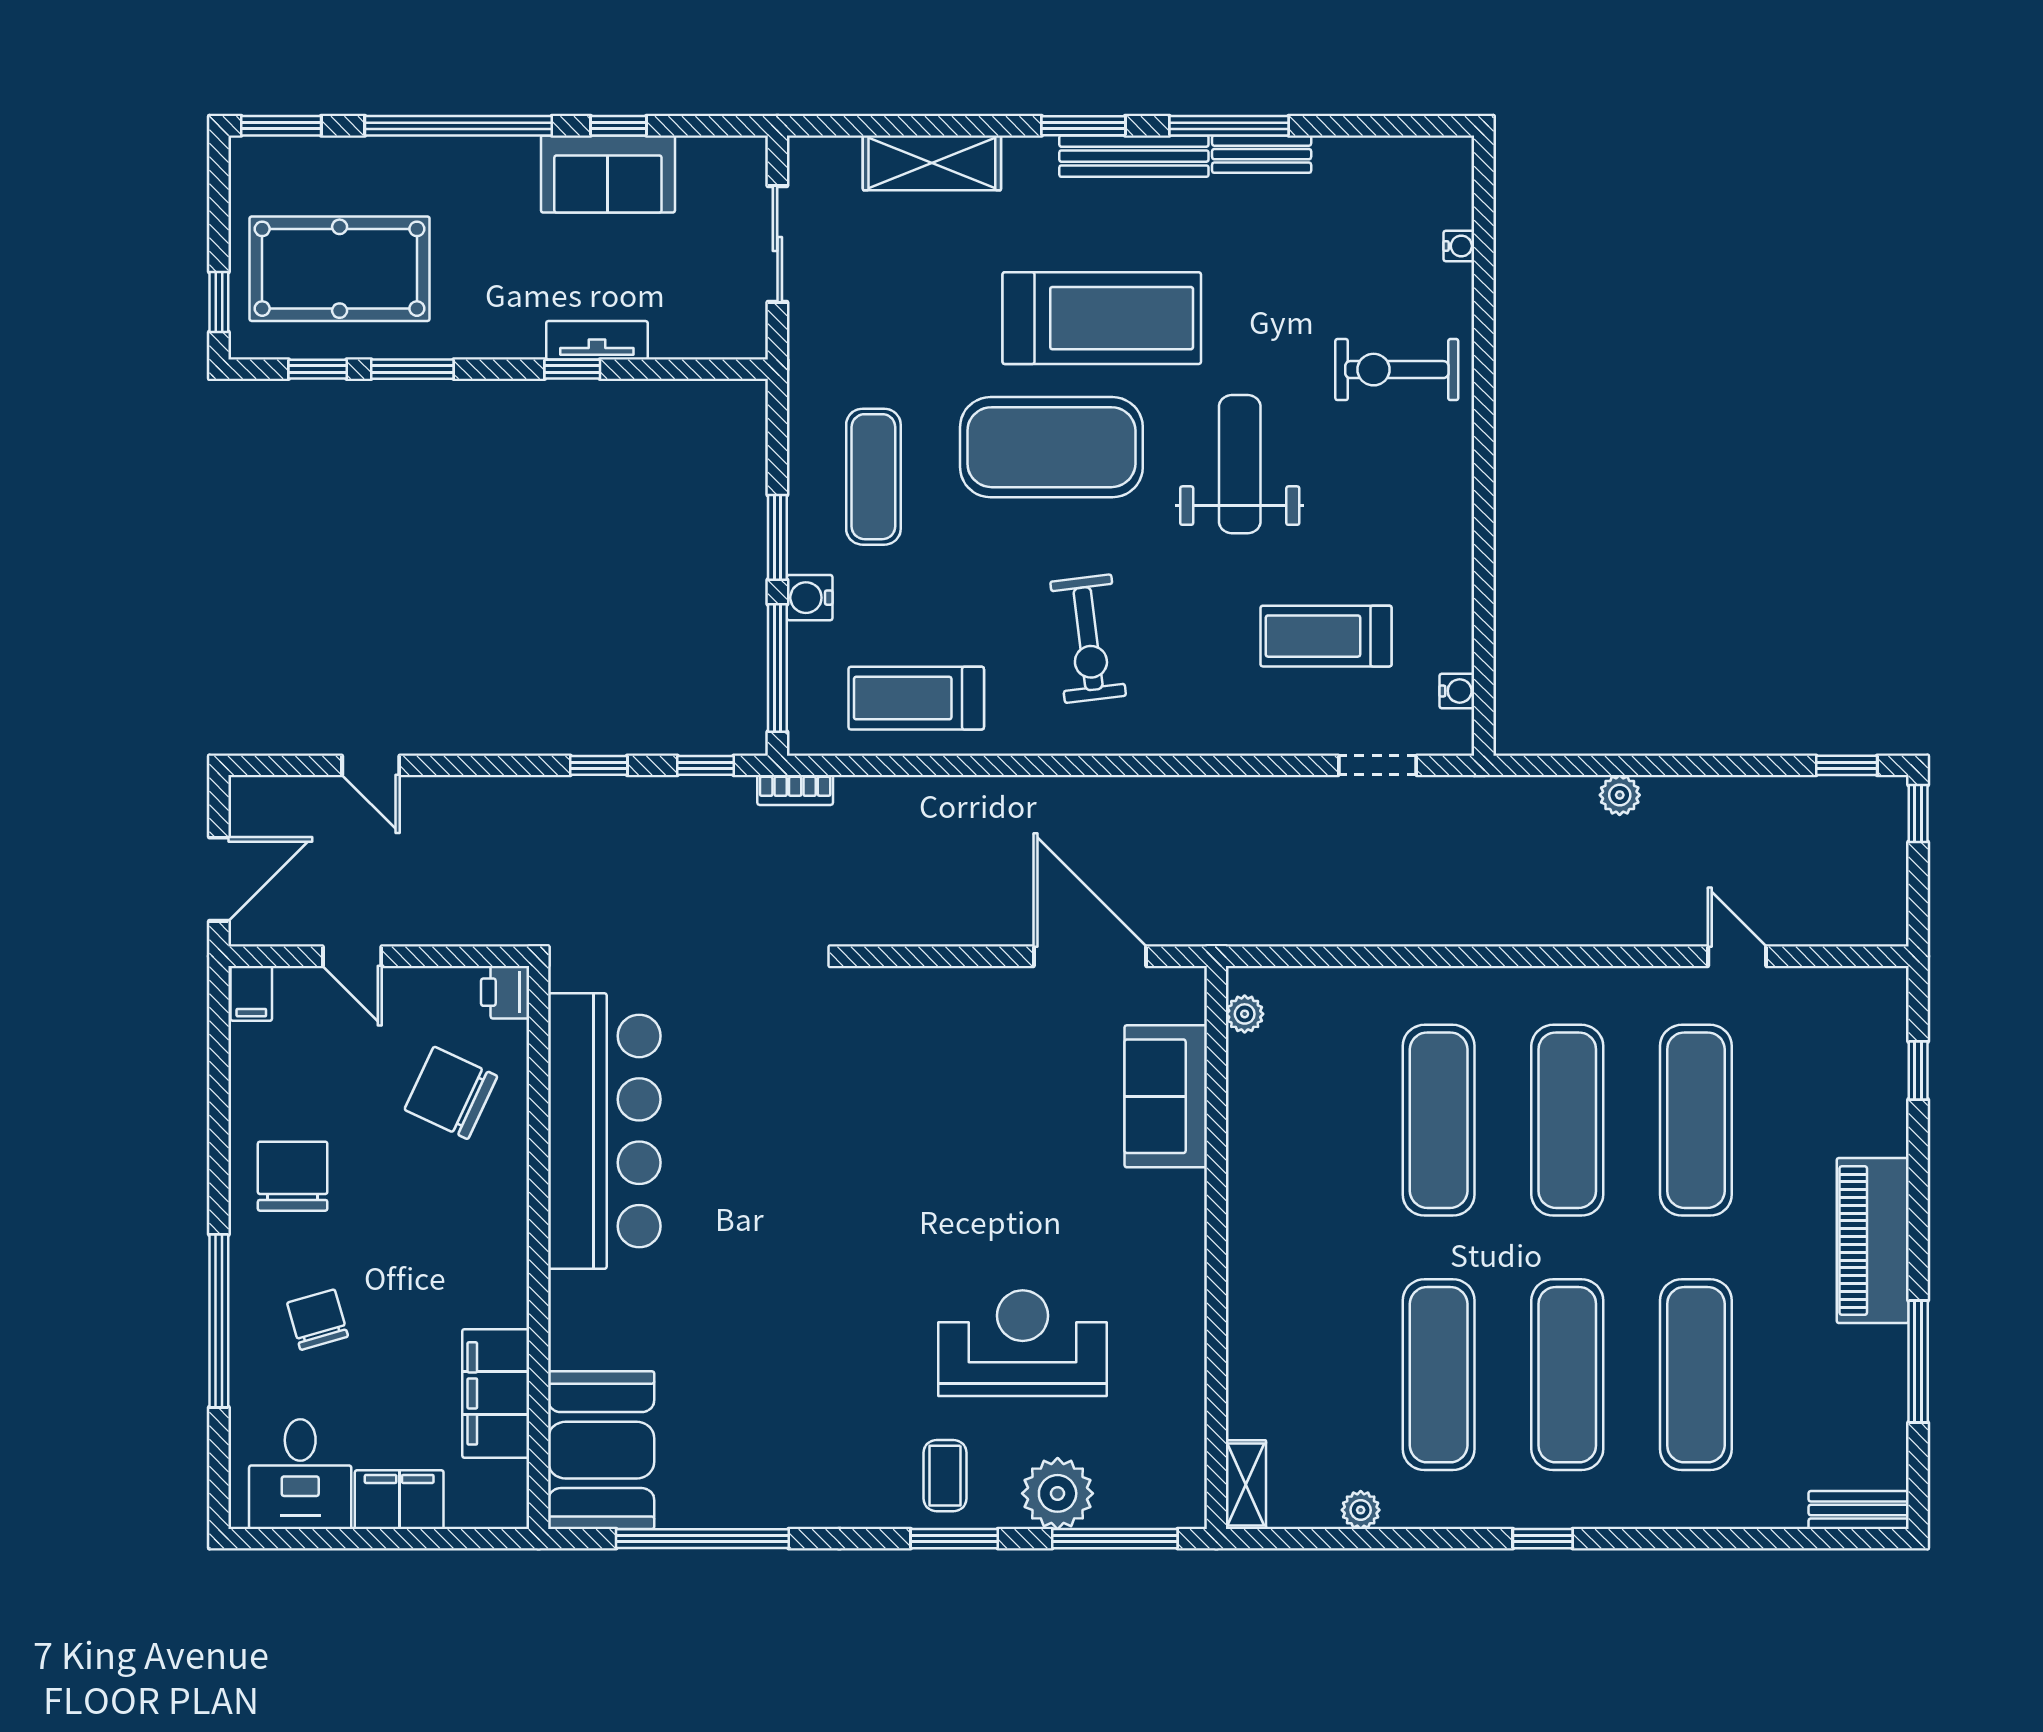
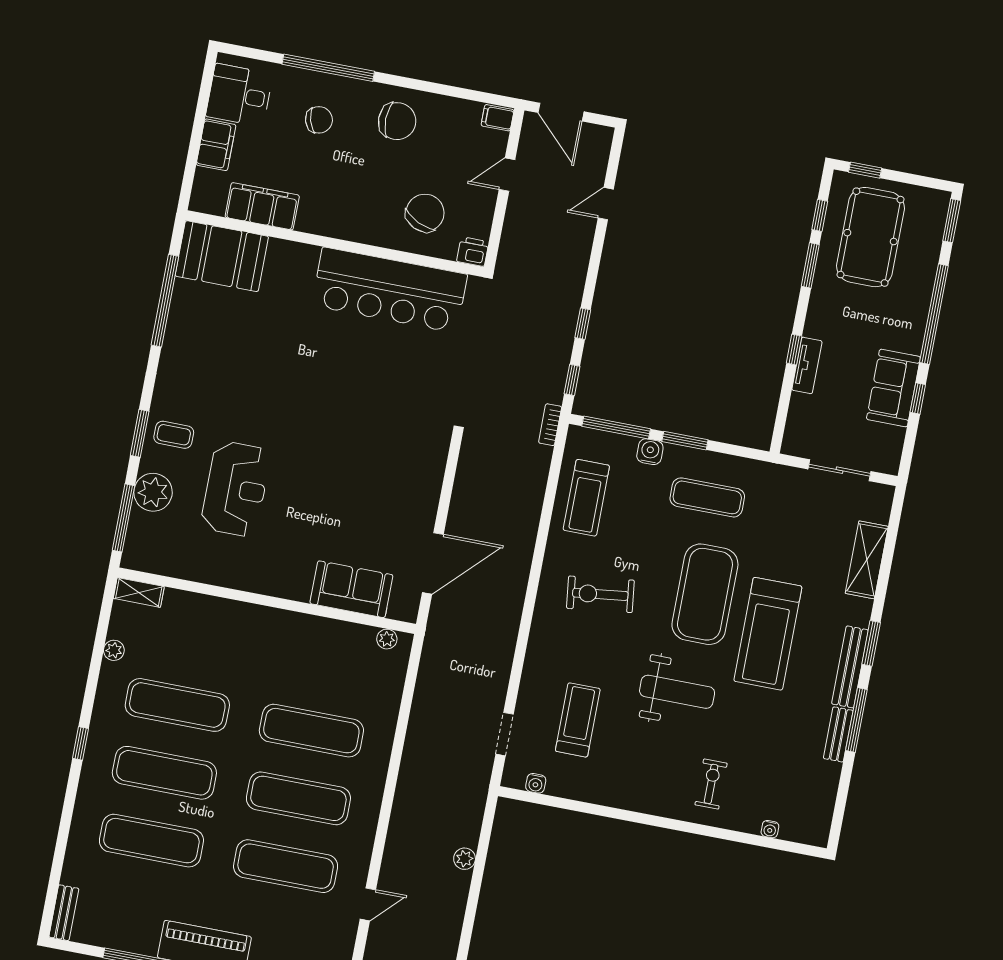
exercise bike: (1397, 370) -> (711, 784), width x0.73, depth x0.72
treadmill: (916, 698) -> (586, 498), turned 180

